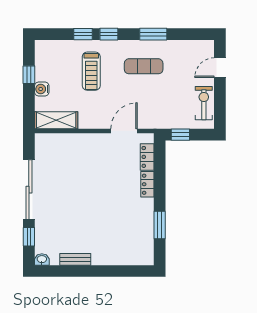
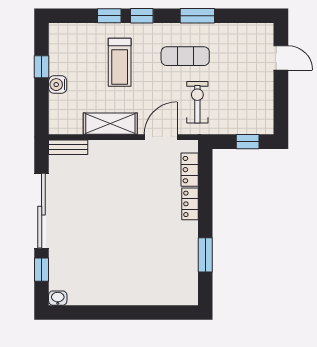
door: (220, 68) -> (281, 58), swing flipped
exercise bike: (204, 103) -> (197, 102), moved
shelving: (56, 120) -> (110, 124), moved
window: (180, 135) -> (248, 142), moved
bench: (75, 259) -> (68, 147), moved

